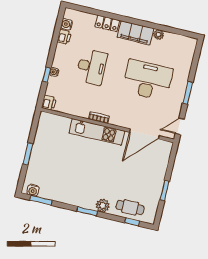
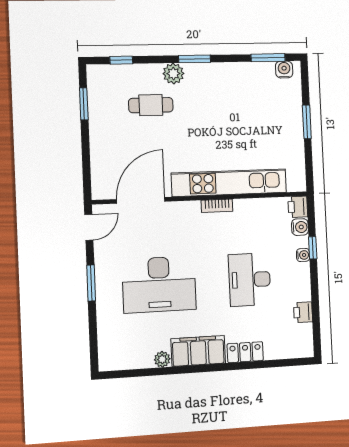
water cooler: (67, 24) -> (300, 227), moved
kitchen unit: (97, 132) -> (229, 183), width x1.36
window: (164, 191) -> (84, 104), moved
cafe table: (130, 207) -> (151, 105), moved

